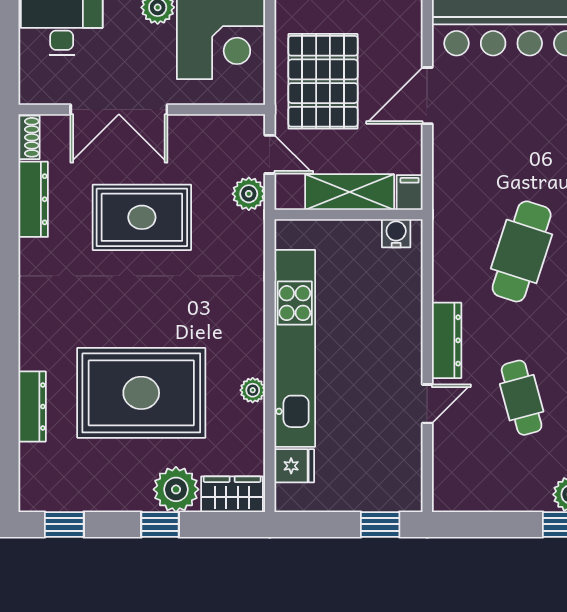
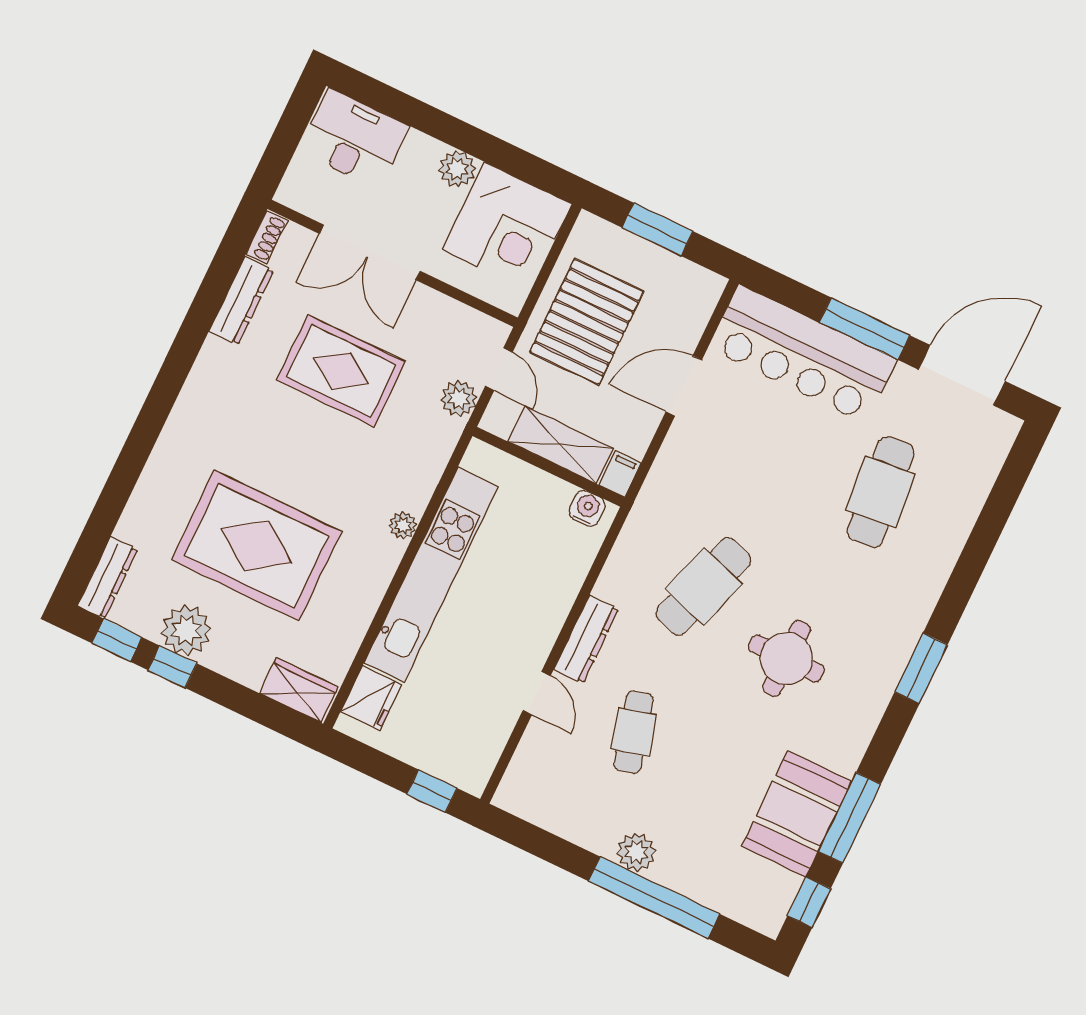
plant: (253, 390) -> (403, 525), moved
door: (427, 404) -> (537, 693), hinge flipped
dresser: (32, 407) -> (107, 578), moved
fridge: (294, 466) -> (371, 698), width x1.38
plant: (176, 489) -> (186, 630), moved
window: (160, 524) -> (172, 667), moved

